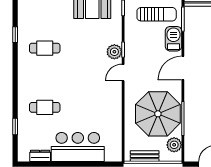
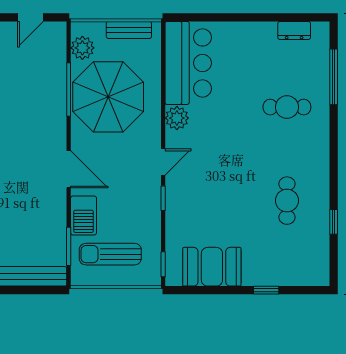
cafe table: (45, 48) -> (287, 201), turned 90
plant: (114, 52) -> (177, 118), moved
door: (183, 68) -> (69, 169), hinge flipped
window: (15, 126) -> (334, 77), width x2.17
bar counter: (78, 147) -> (188, 63), moved, turned -90

